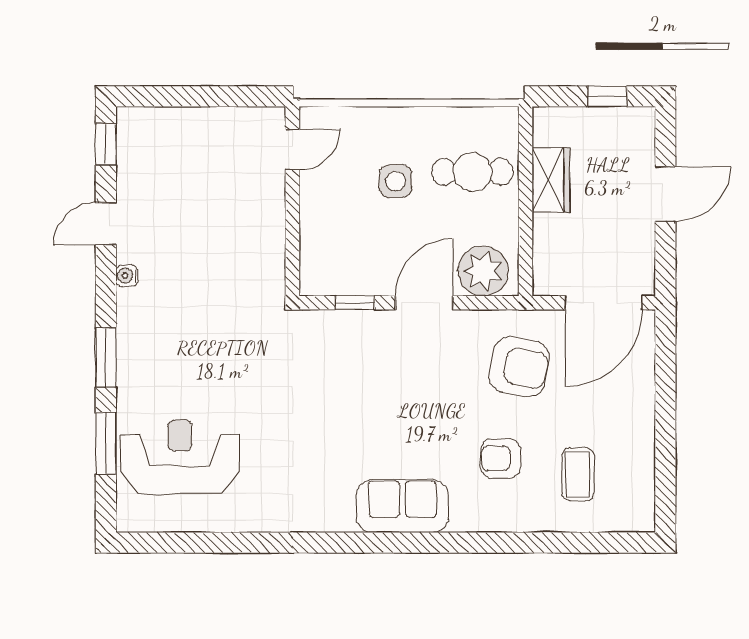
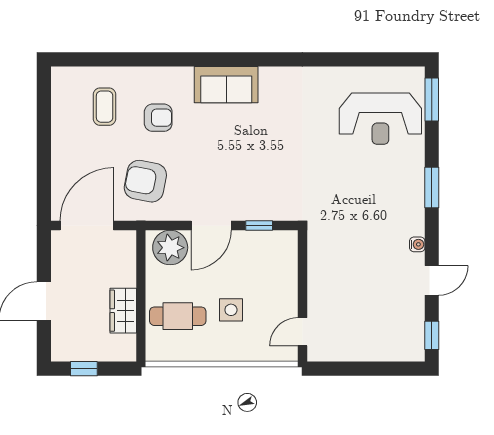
window: (106, 443) -> (432, 99), moved

